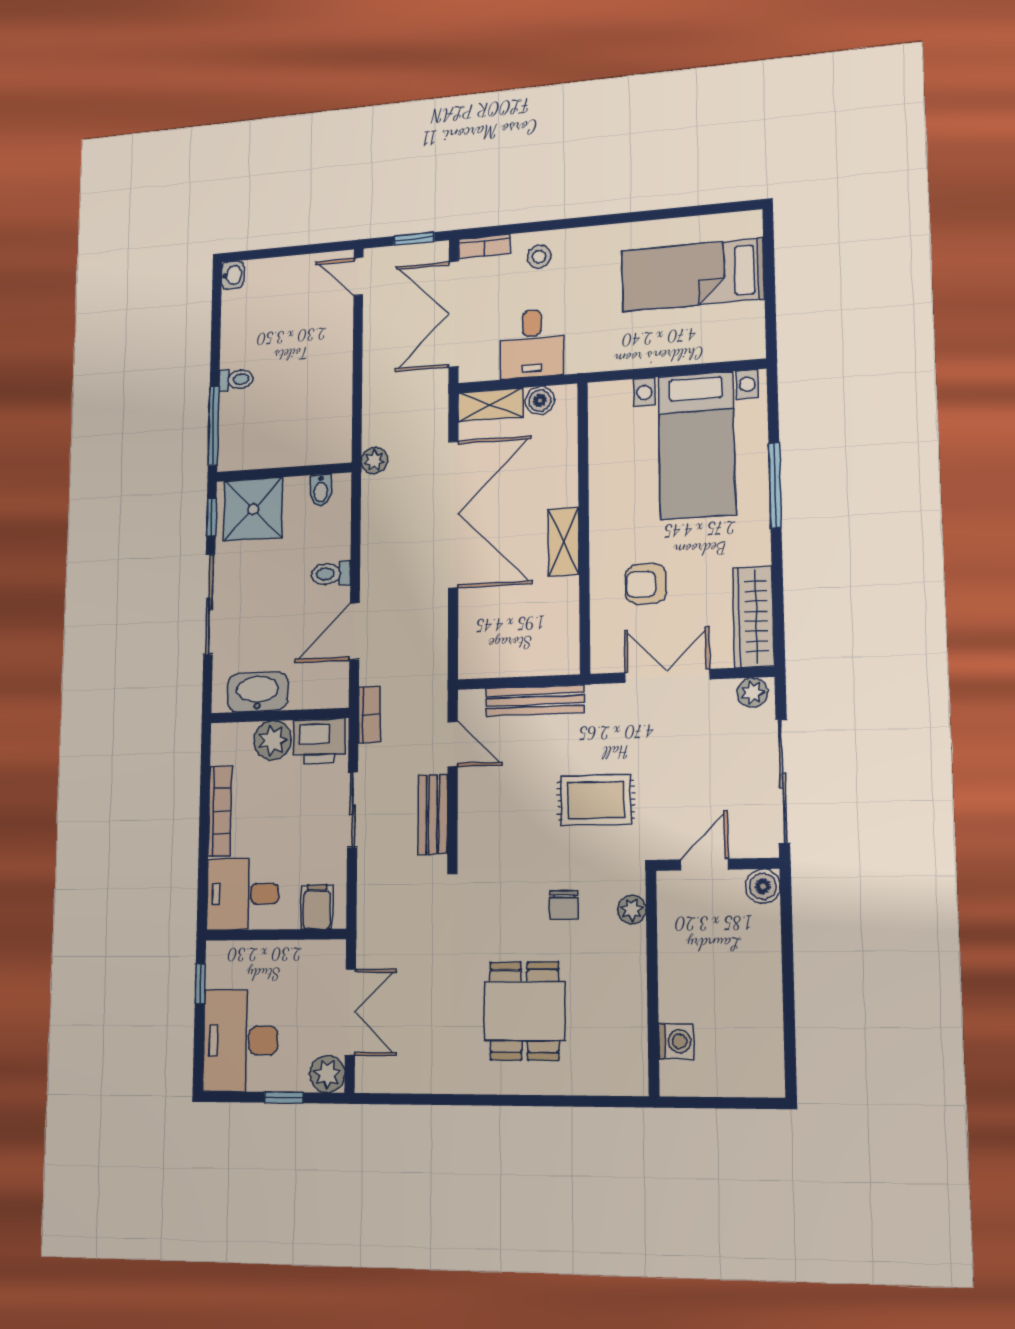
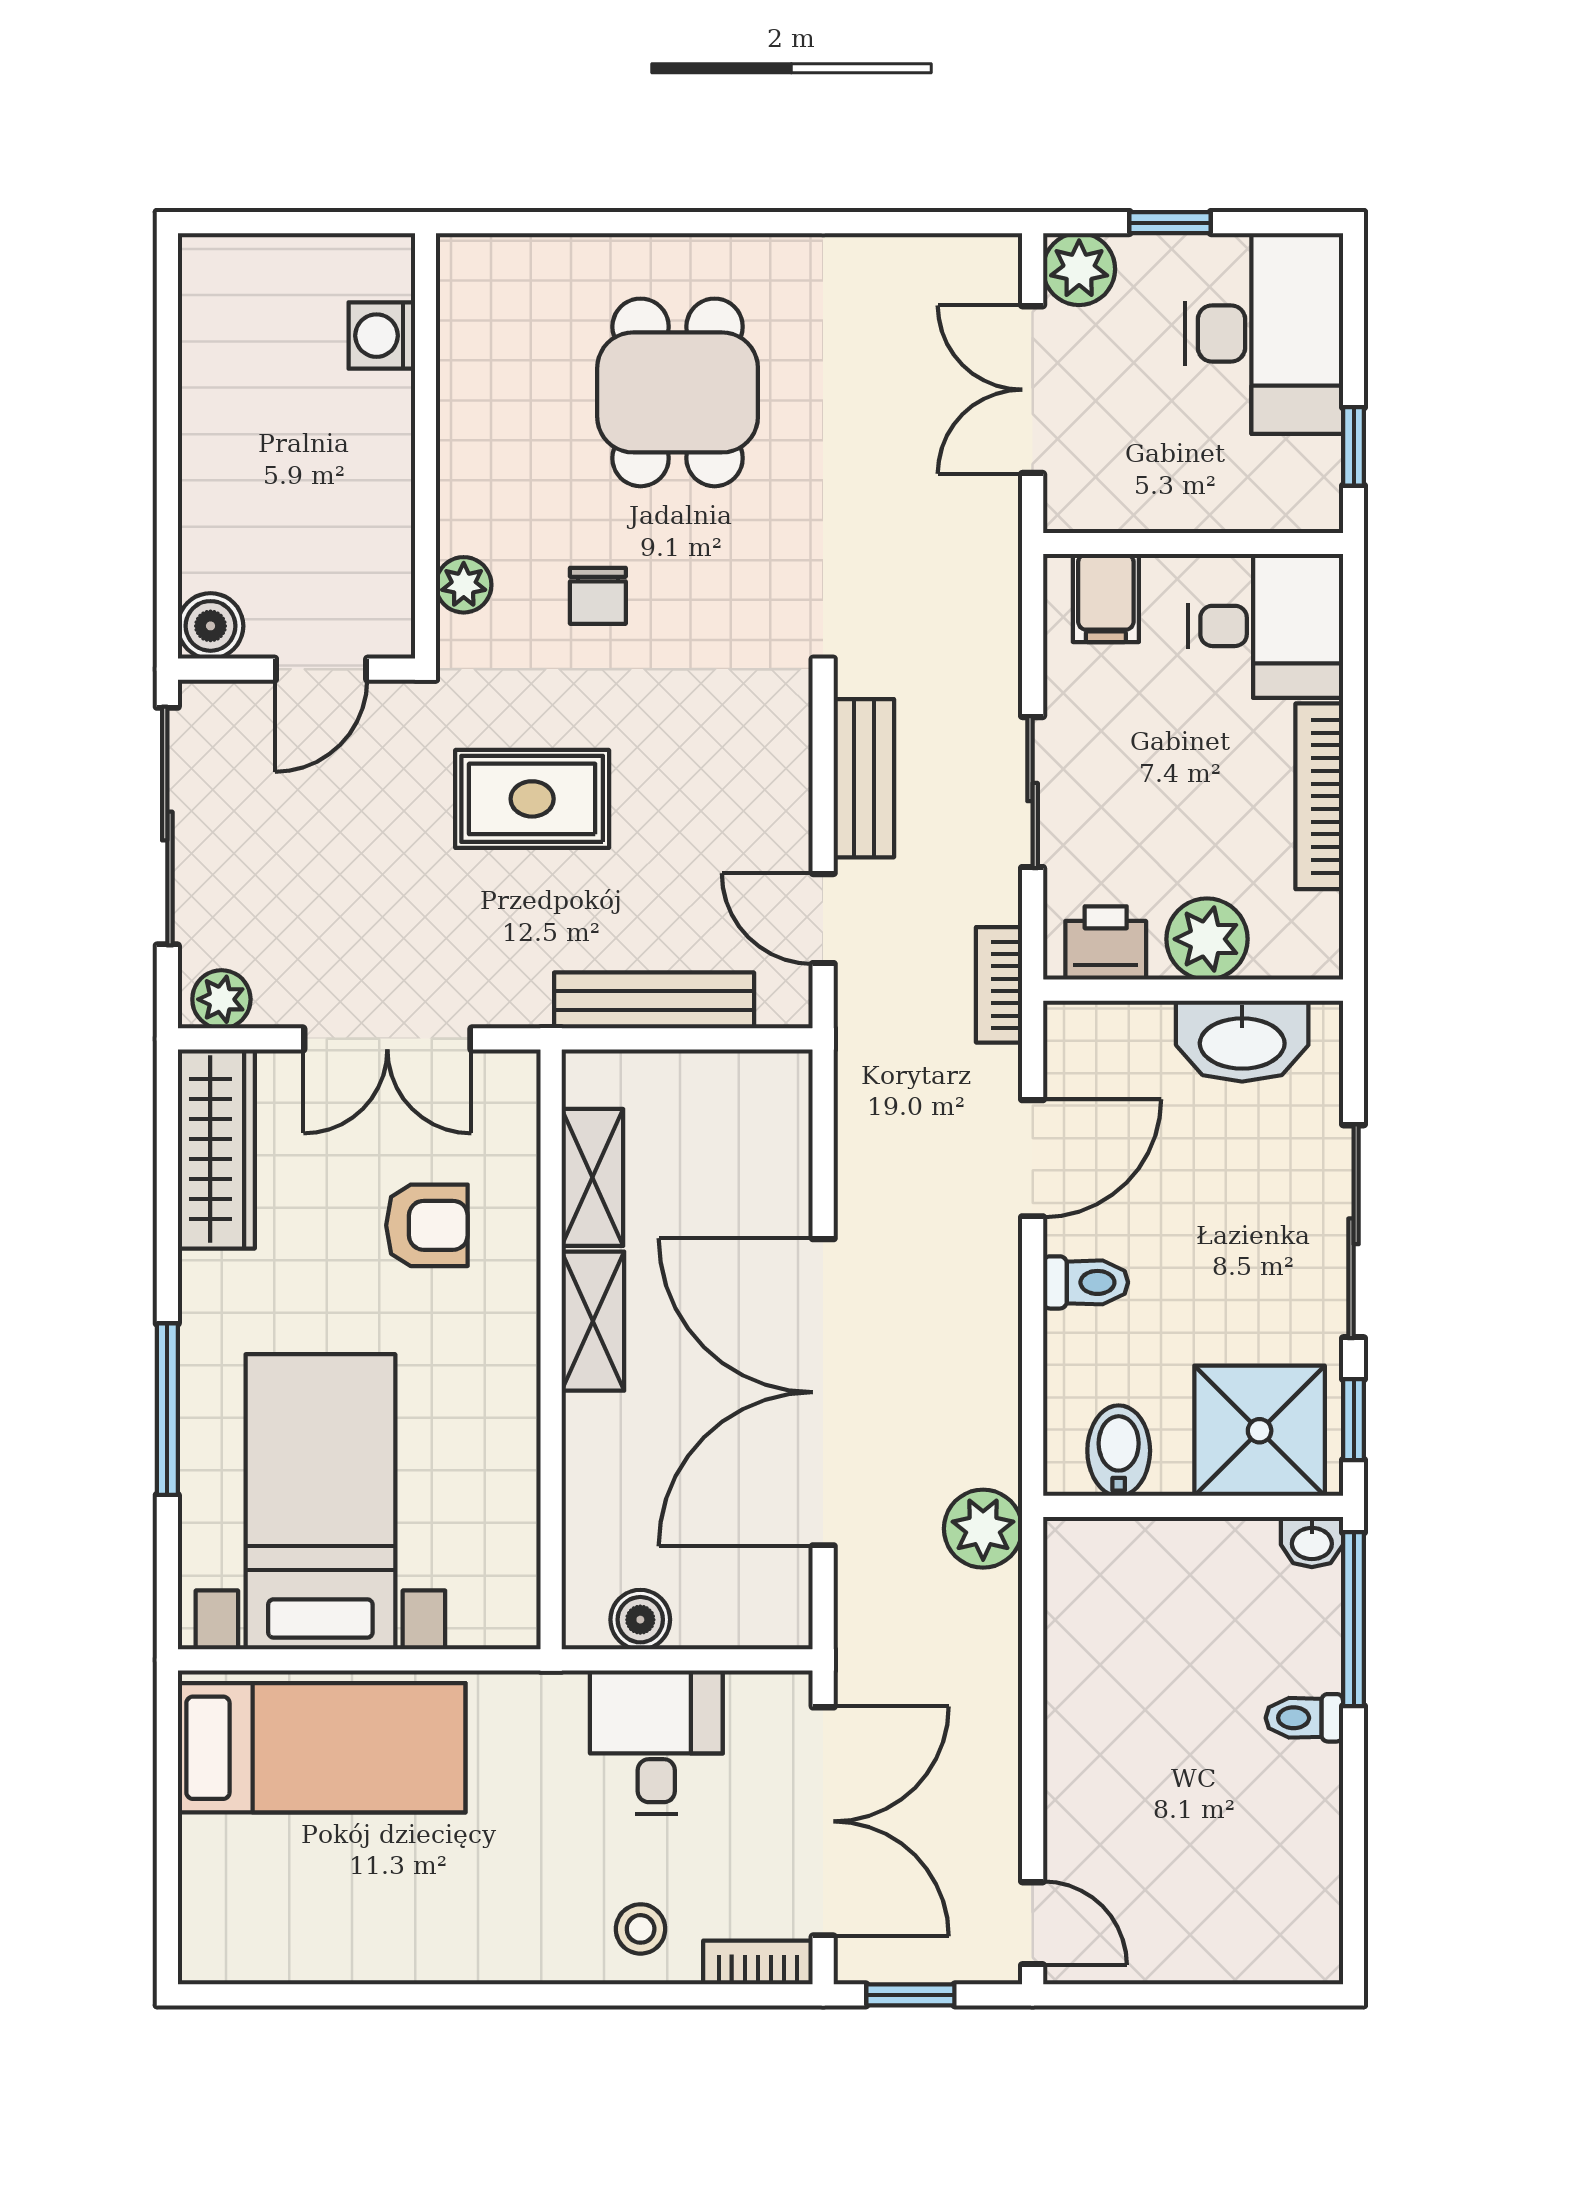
washbasin: (233, 275) -> (1312, 1542), moved, turned -90
bed: (693, 275) -> (322, 1748), moved
shelving: (491, 405) -> (592, 1177), moved, turned 90
plant: (374, 460) -> (983, 1529), width x1.38, depth x1.38
bidet: (321, 490) -> (1119, 1451), width x1.38, depth x1.36
printer: (319, 741) -> (1106, 943), width x0.73, depth x0.81
chair: (564, 905) -> (598, 596), turned 180

